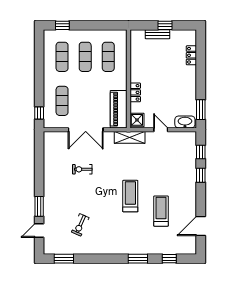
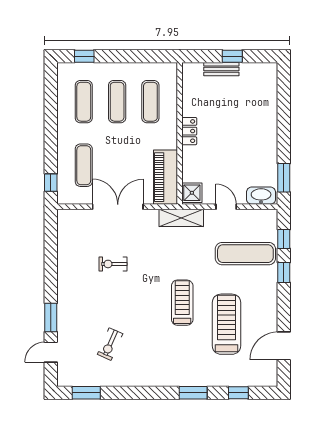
locker: (191, 55) -> (270, 99), removed
locker: (135, 92) -> (189, 131), moved
double door: (86, 130) -> (118, 207), swing flipped
exercise mat: (174, 162) -> (245, 254), added
treadmill: (161, 211) -> (226, 324), width x1.37, depth x1.38

